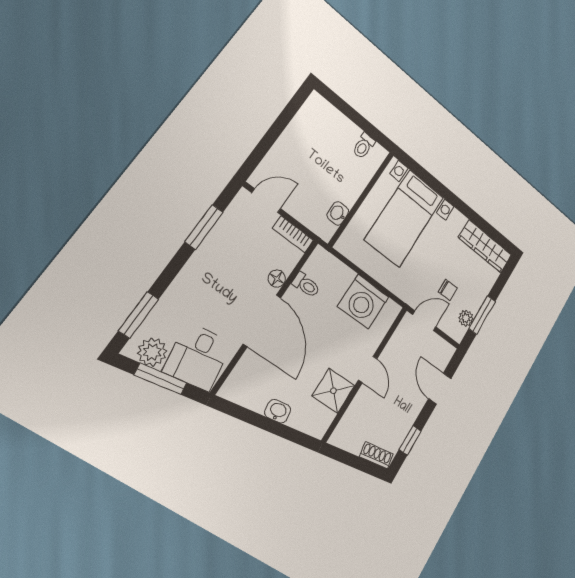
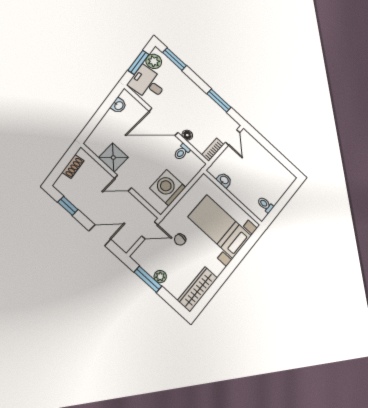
chair: (448, 290) -> (180, 240), moved
plant: (466, 318) -> (160, 277), moved
door: (424, 321) -> (150, 230), hinge flipped
washbasin: (278, 411) -> (119, 105), moved
shoe rack: (376, 455) -> (73, 167), moved

